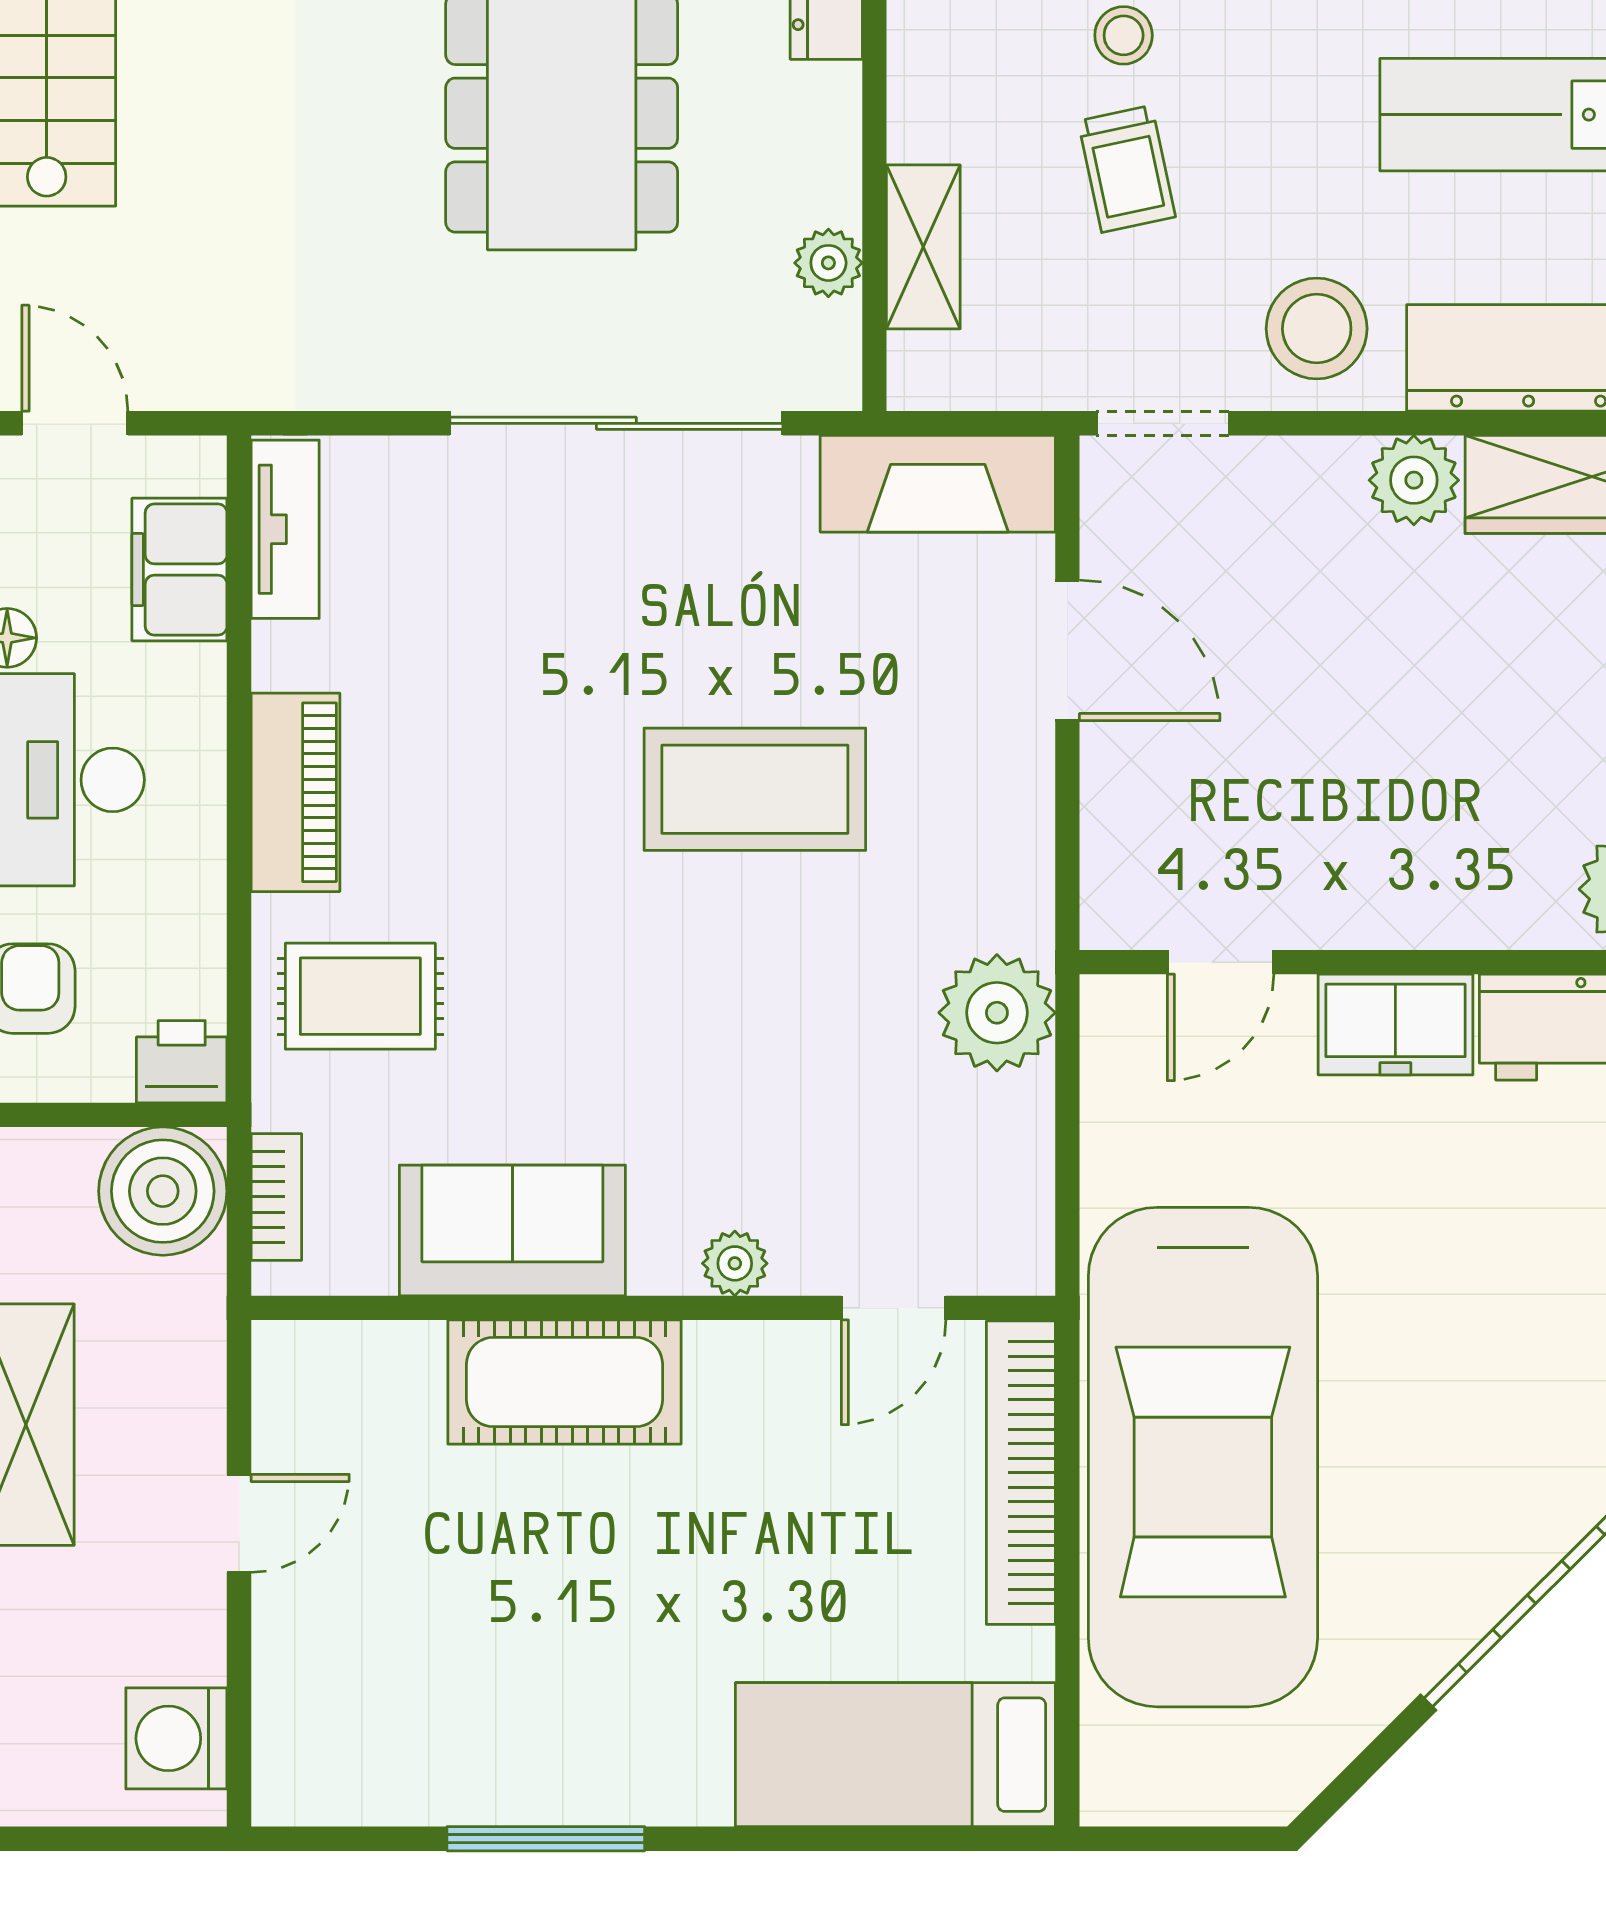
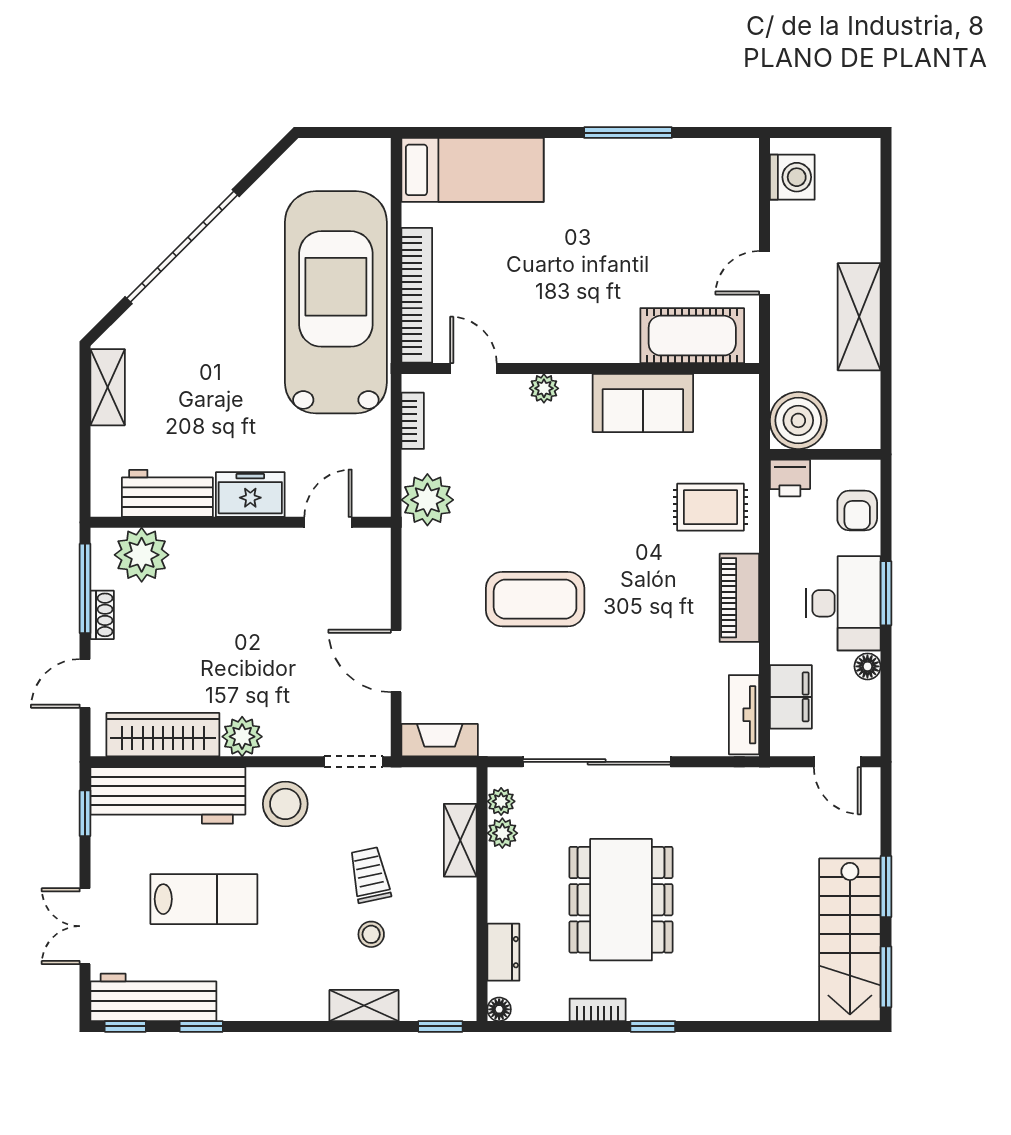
plant: (831, 334) -> (501, 801), added
fireplace: (938, 484) -> (440, 740), width x0.73, depth x0.76
bookcase: (276, 1197) -> (413, 421), moved, turned 180
door: (894, 1308) -> (473, 369), hinge flipped
cot: (564, 1382) -> (692, 336), moved

